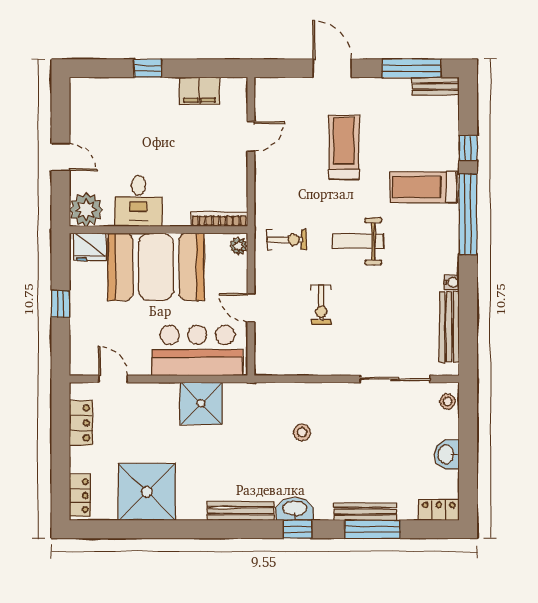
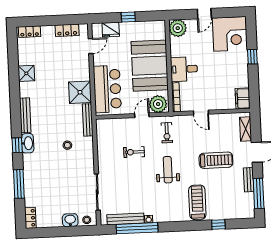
bench: (436, 86) -> (249, 180), moved
shelving: (286, 88) -> (246, 129), added
filing cabinet: (199, 91) -> (243, 98), moved
corner desk: (102, 110) -> (230, 34), added
door: (251, 136) -> (201, 113), moved
desk: (138, 201) -> (184, 69), moved
window: (468, 214) -> (137, 228), moved
plant: (239, 246) -> (158, 104), width x1.87, depth x1.87
fridge: (90, 247) -> (111, 30), moved, turned -90
door: (251, 308) -> (142, 115), moved
washbasin: (447, 454) -> (70, 220), moved
shower: (147, 492) -> (26, 73), width x0.54, depth x0.54
bench: (365, 512) -> (88, 120), moved

